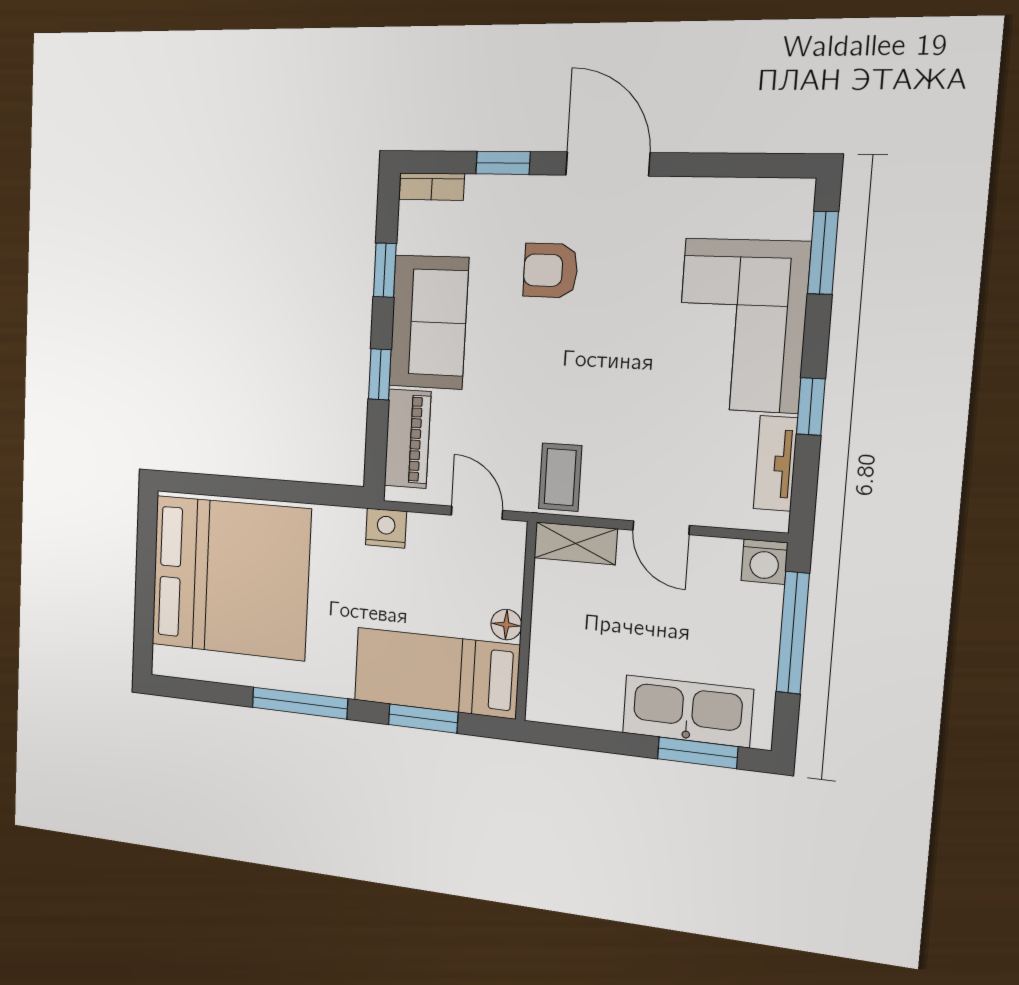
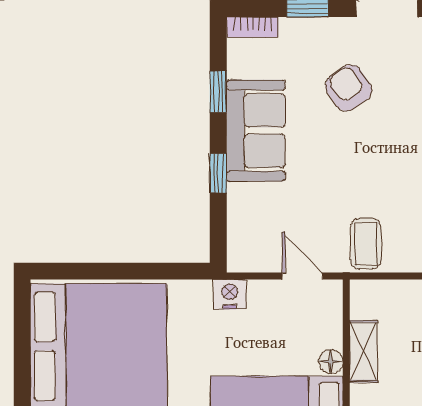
armchair: (550, 270) -> (349, 88), turned 55
piano: (408, 439) -> (244, 222), removed
shelving: (575, 543) -> (363, 351), moved, turned 90

